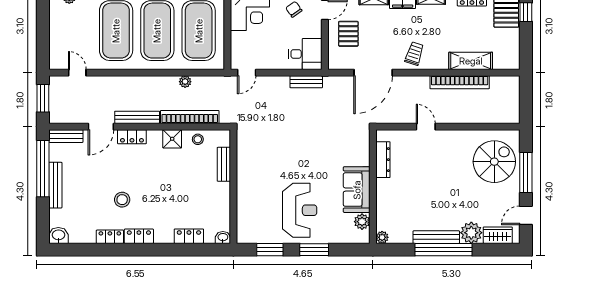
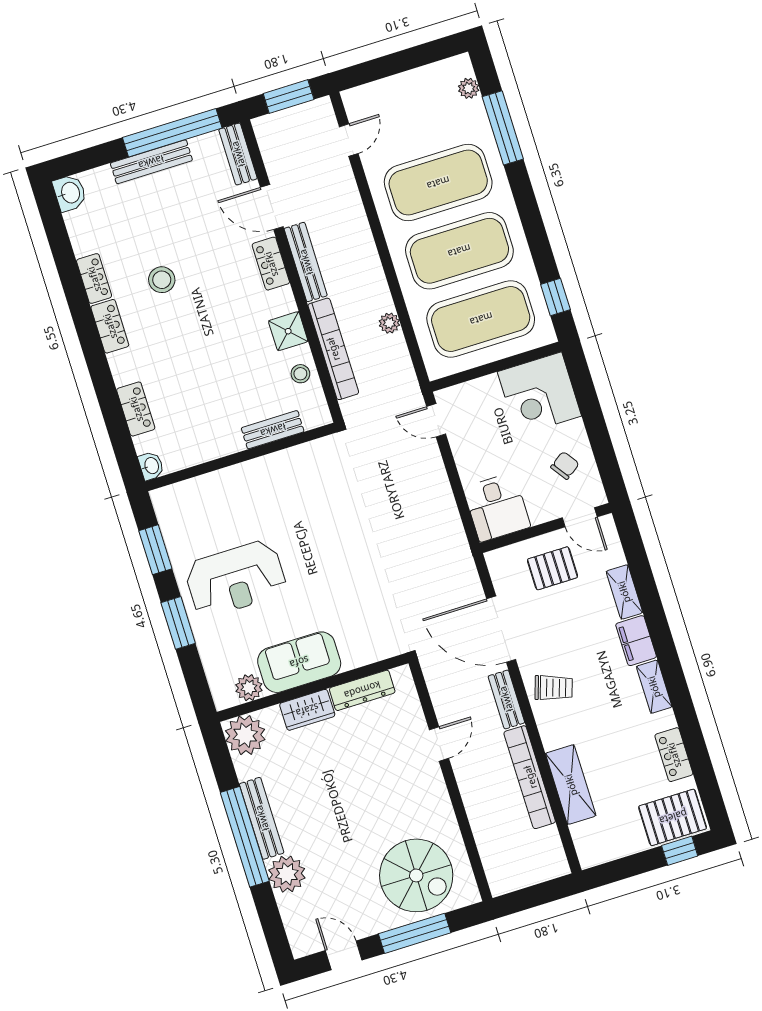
bench: (306, 82) -> (506, 699), moved
wardrobe: (498, 235) -> (307, 710), moved, turned 90
plant: (382, 237) -> (245, 735), width x1.88, depth x1.88

